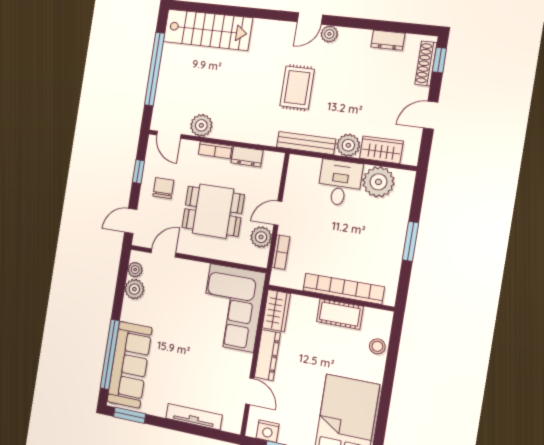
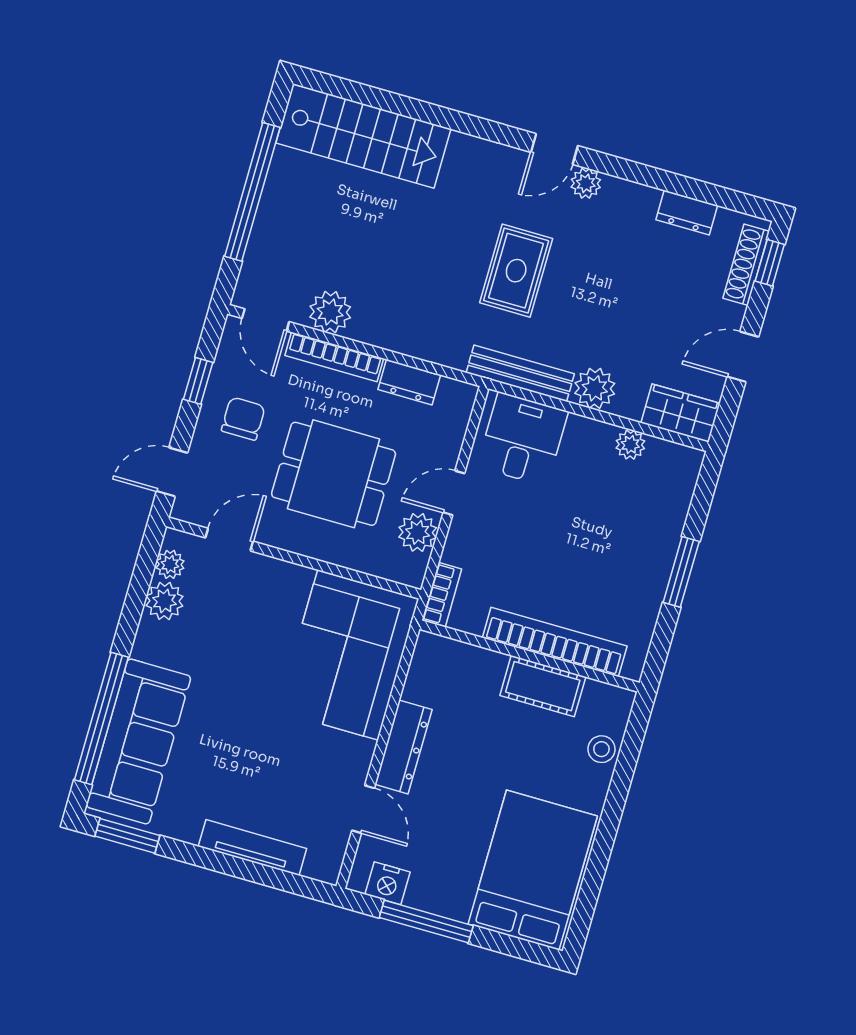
bookcase: (215, 150) -> (334, 357), width x1.56
wardrobe: (381, 150) -> (681, 413), moved
plant: (378, 182) -> (630, 445), width x0.53, depth x0.53
desk: (340, 183) -> (523, 439), moved
bookcase: (281, 252) -> (442, 595), moved
wardrobe: (276, 311) -> (429, 669), removed

